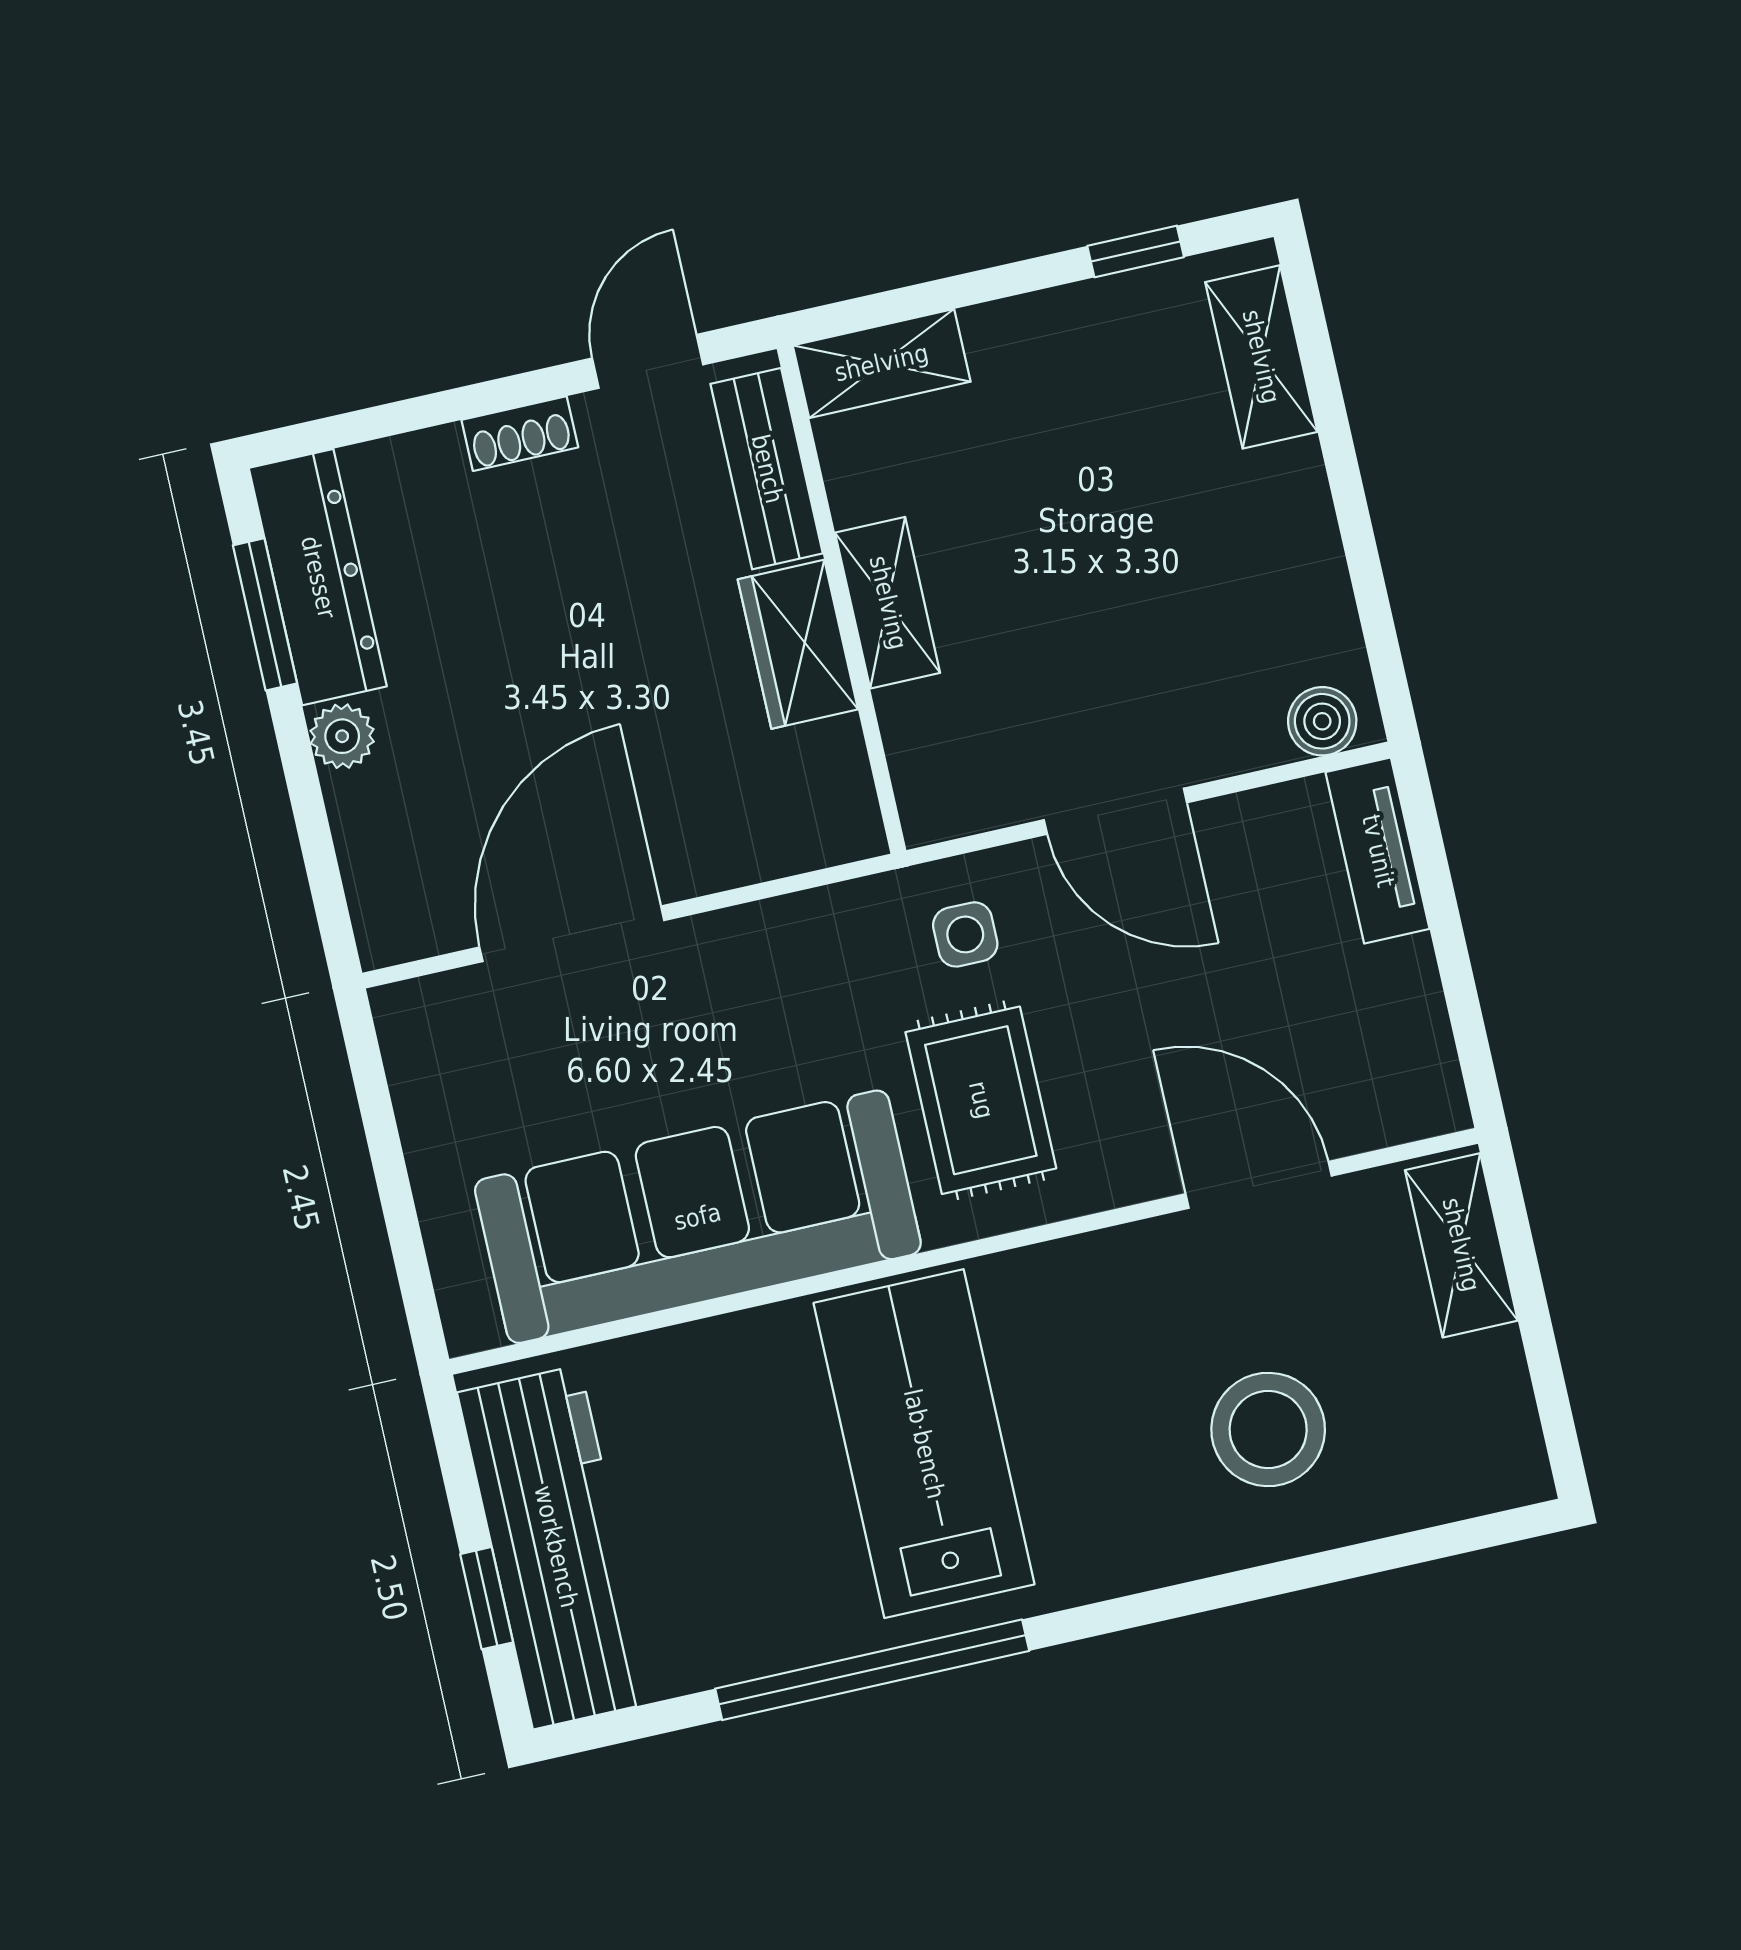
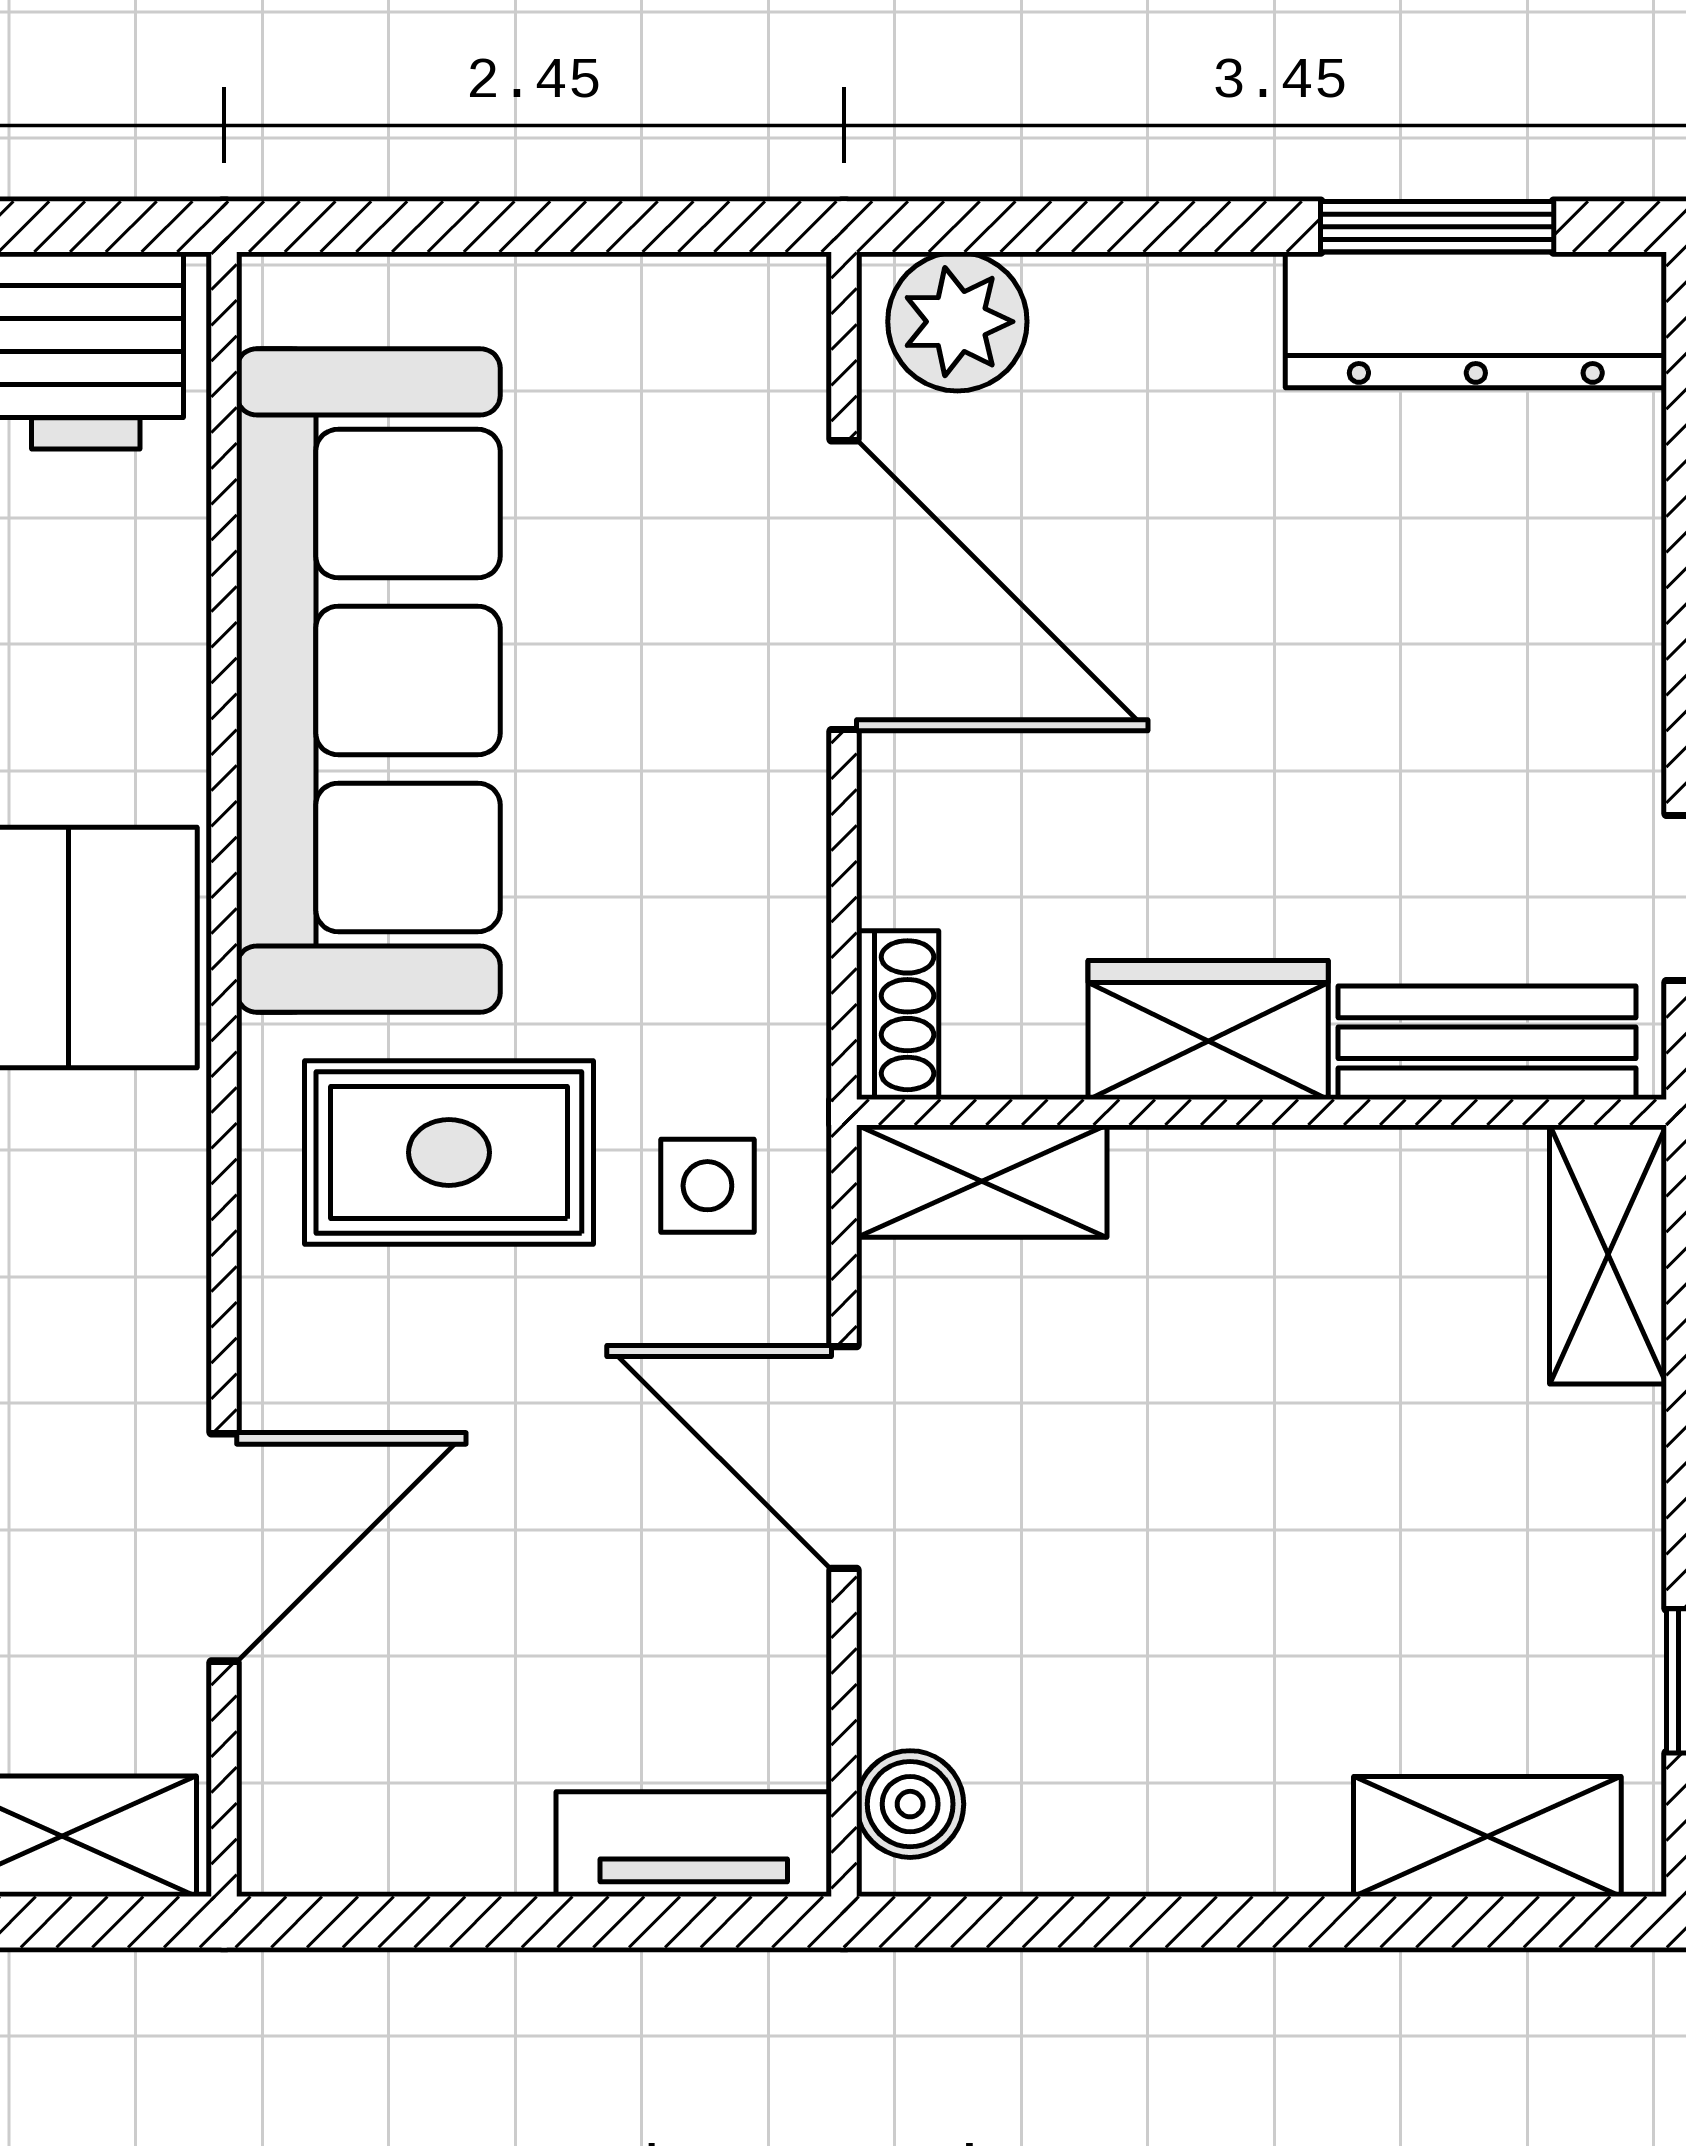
shoe rack: (520, 434) -> (898, 1015), moved, turned 180
shelving: (888, 603) -> (982, 1181), moved
plant: (342, 736) -> (957, 322), moved, width x1.38, depth x1.38
door: (1115, 811) -> (844, 1457), hinge flipped

